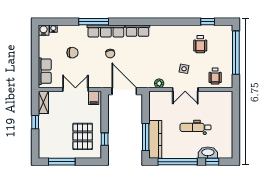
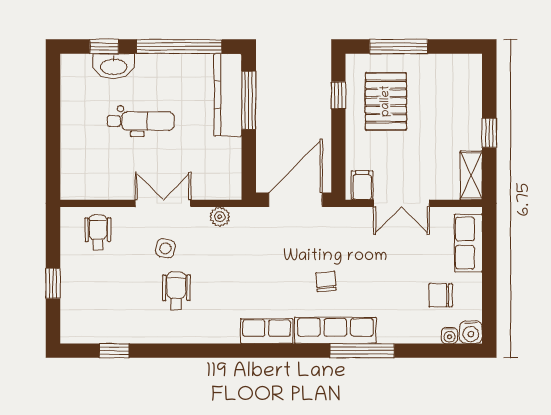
wheelchair: (200, 44) -> (176, 291), moved
chair: (72, 53) -> (441, 295), moved
window: (236, 53) -> (53, 283), width x0.32
door: (124, 91) -> (295, 200), swing flipped
window: (62, 162) -> (399, 46), moved

